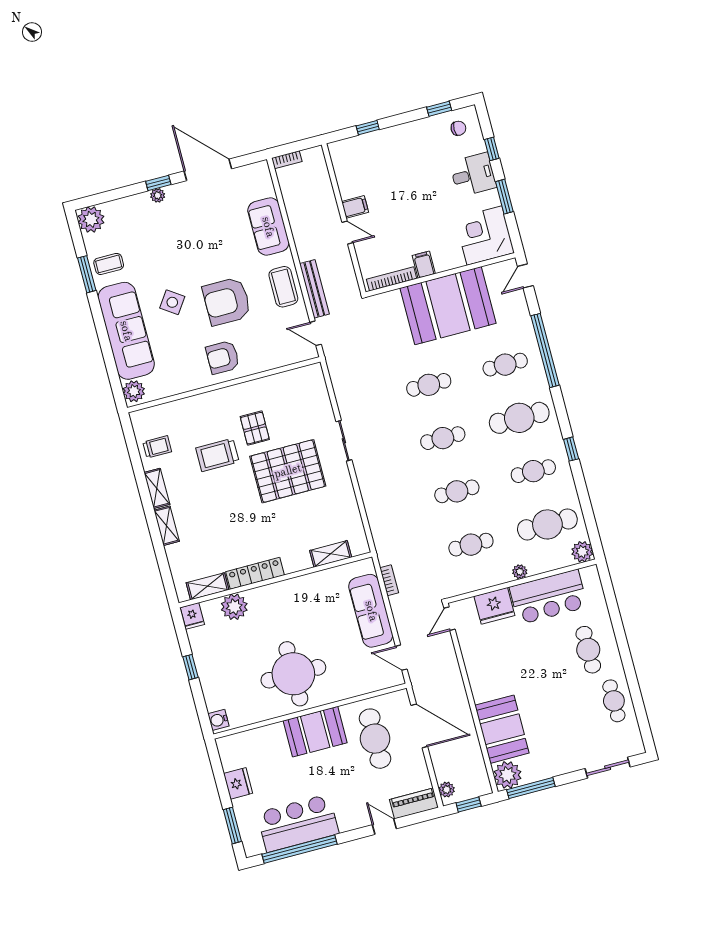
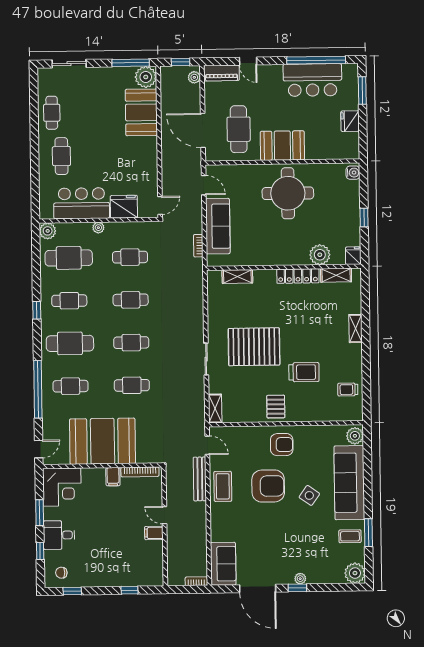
sofa: (268, 227) -> (223, 564), moved
pallet: (255, 428) -> (276, 407), moved
shelving: (157, 488) -> (215, 408), moved

